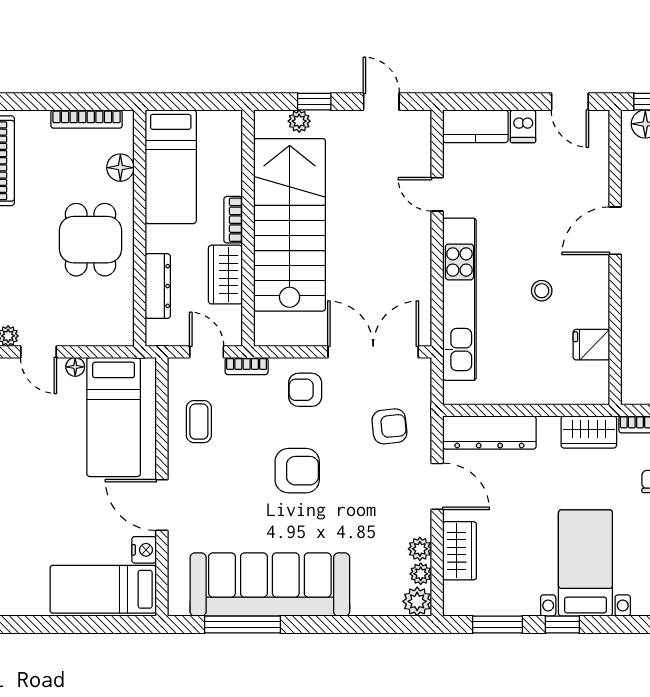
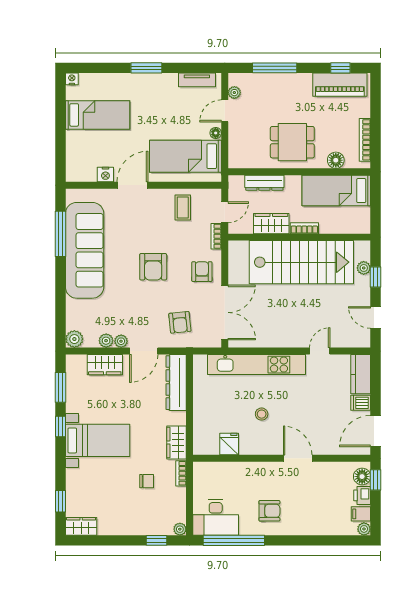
door: (381, 102) -> (376, 317), swing flipped
door: (570, 102) -> (376, 431), width x1.37
coffee table: (199, 422) -> (183, 208), turned 90
plant: (421, 574) -> (121, 341), moved
bed: (103, 589) -> (98, 115), moved, turned 90

